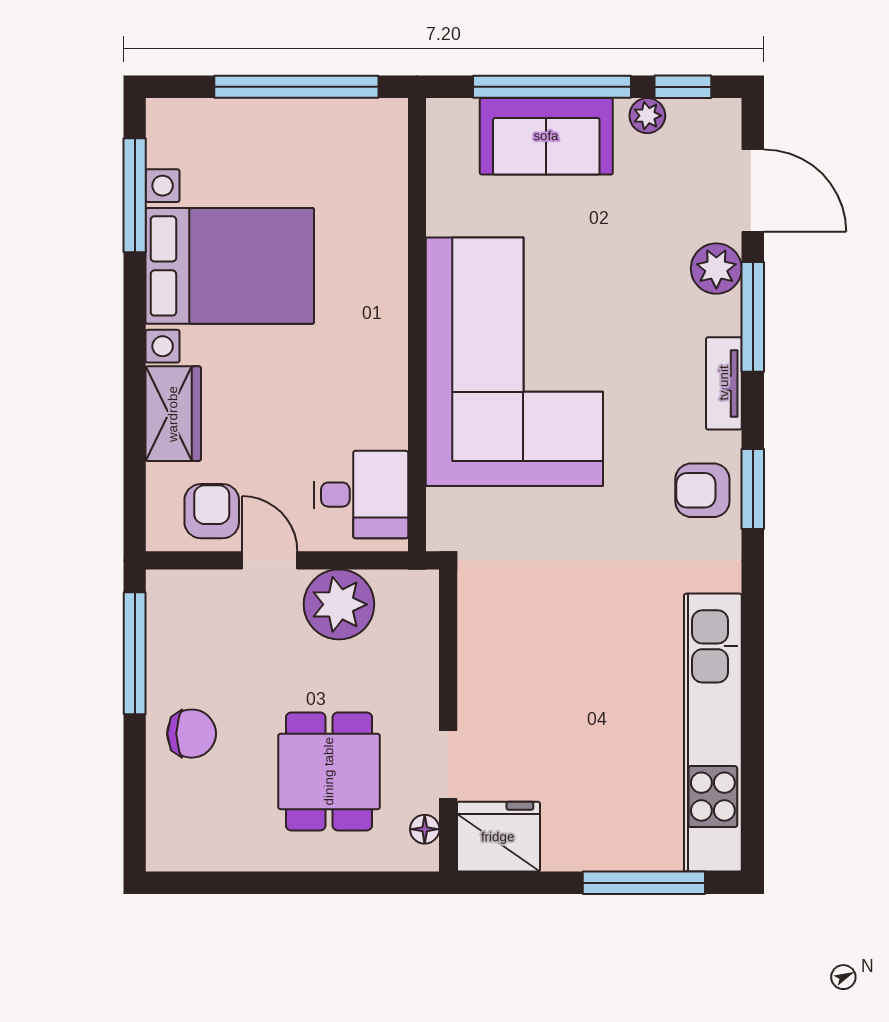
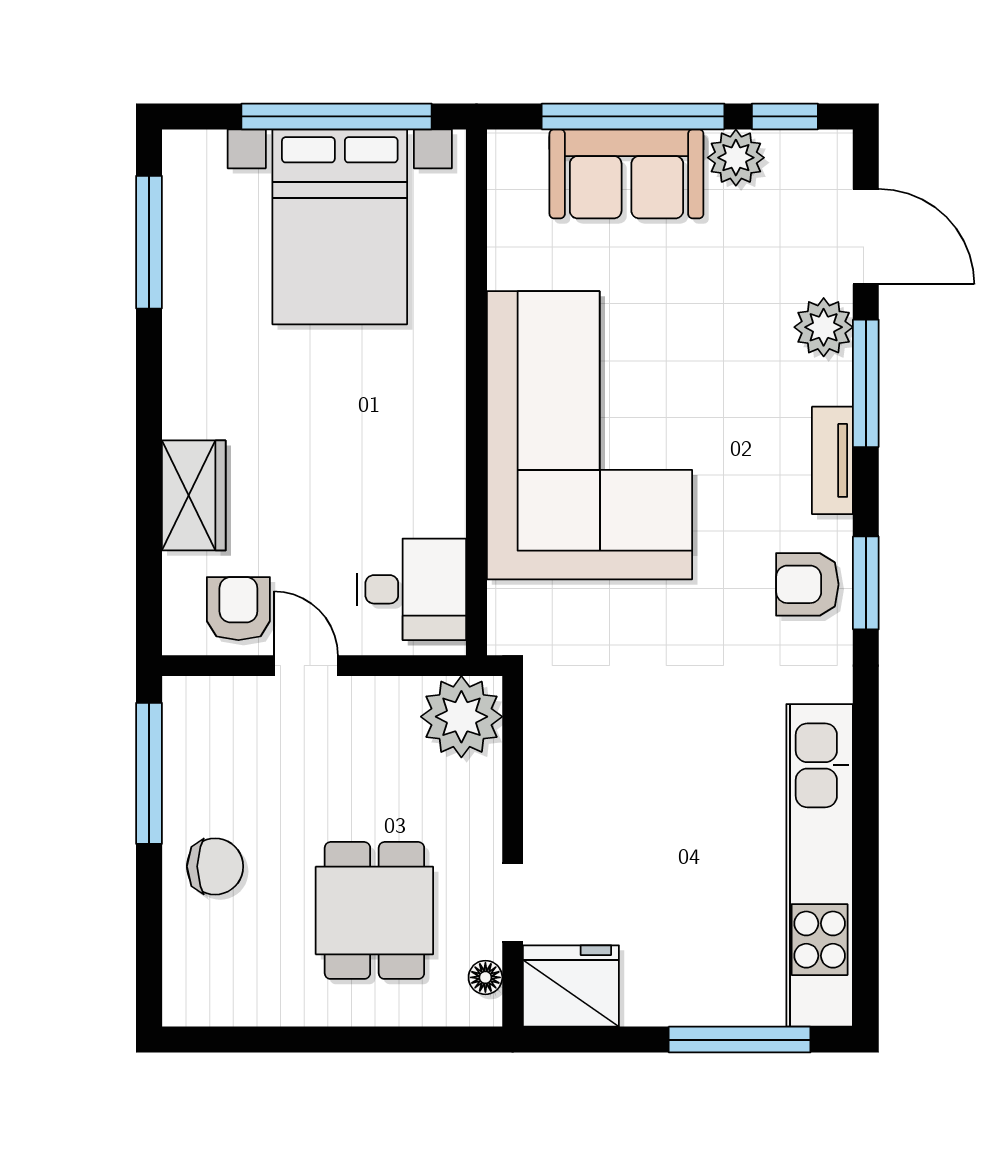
plant: (647, 116) -> (736, 158), width x1.38, depth x1.38
bed with nightstands: (230, 266) -> (340, 227), moved, turned 90
plant: (339, 604) -> (461, 717), moved

